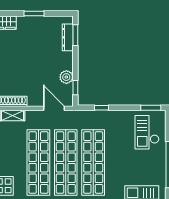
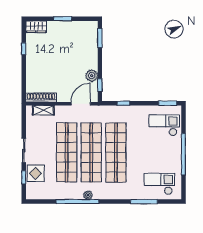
dresser: (68, 37) -> (93, 40), removed
door: (54, 108) -> (81, 104), hinge flipped
checkout: (147, 132) -> (164, 125), turned 90

